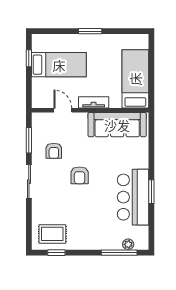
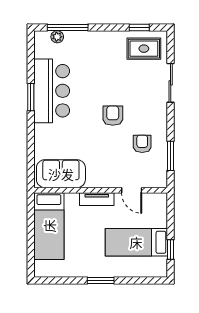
sofa: (117, 125) -> (61, 174), width x0.73
sliding door: (29, 182) -> (171, 83), moved

